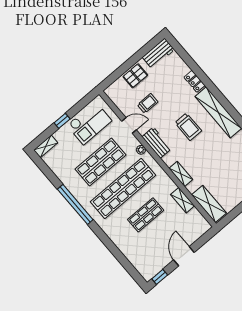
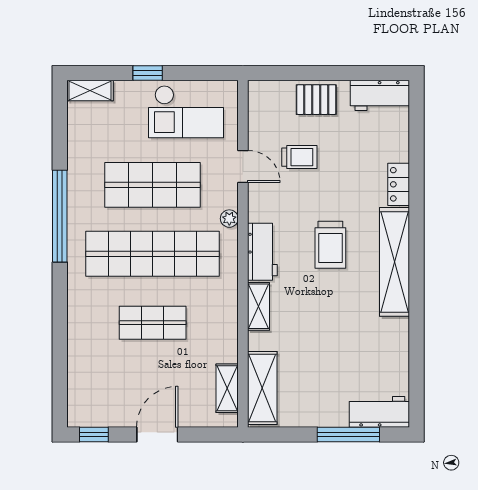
workbench: (157, 143) -> (262, 252), moved
shelving: (183, 200) -> (227, 388), moved

